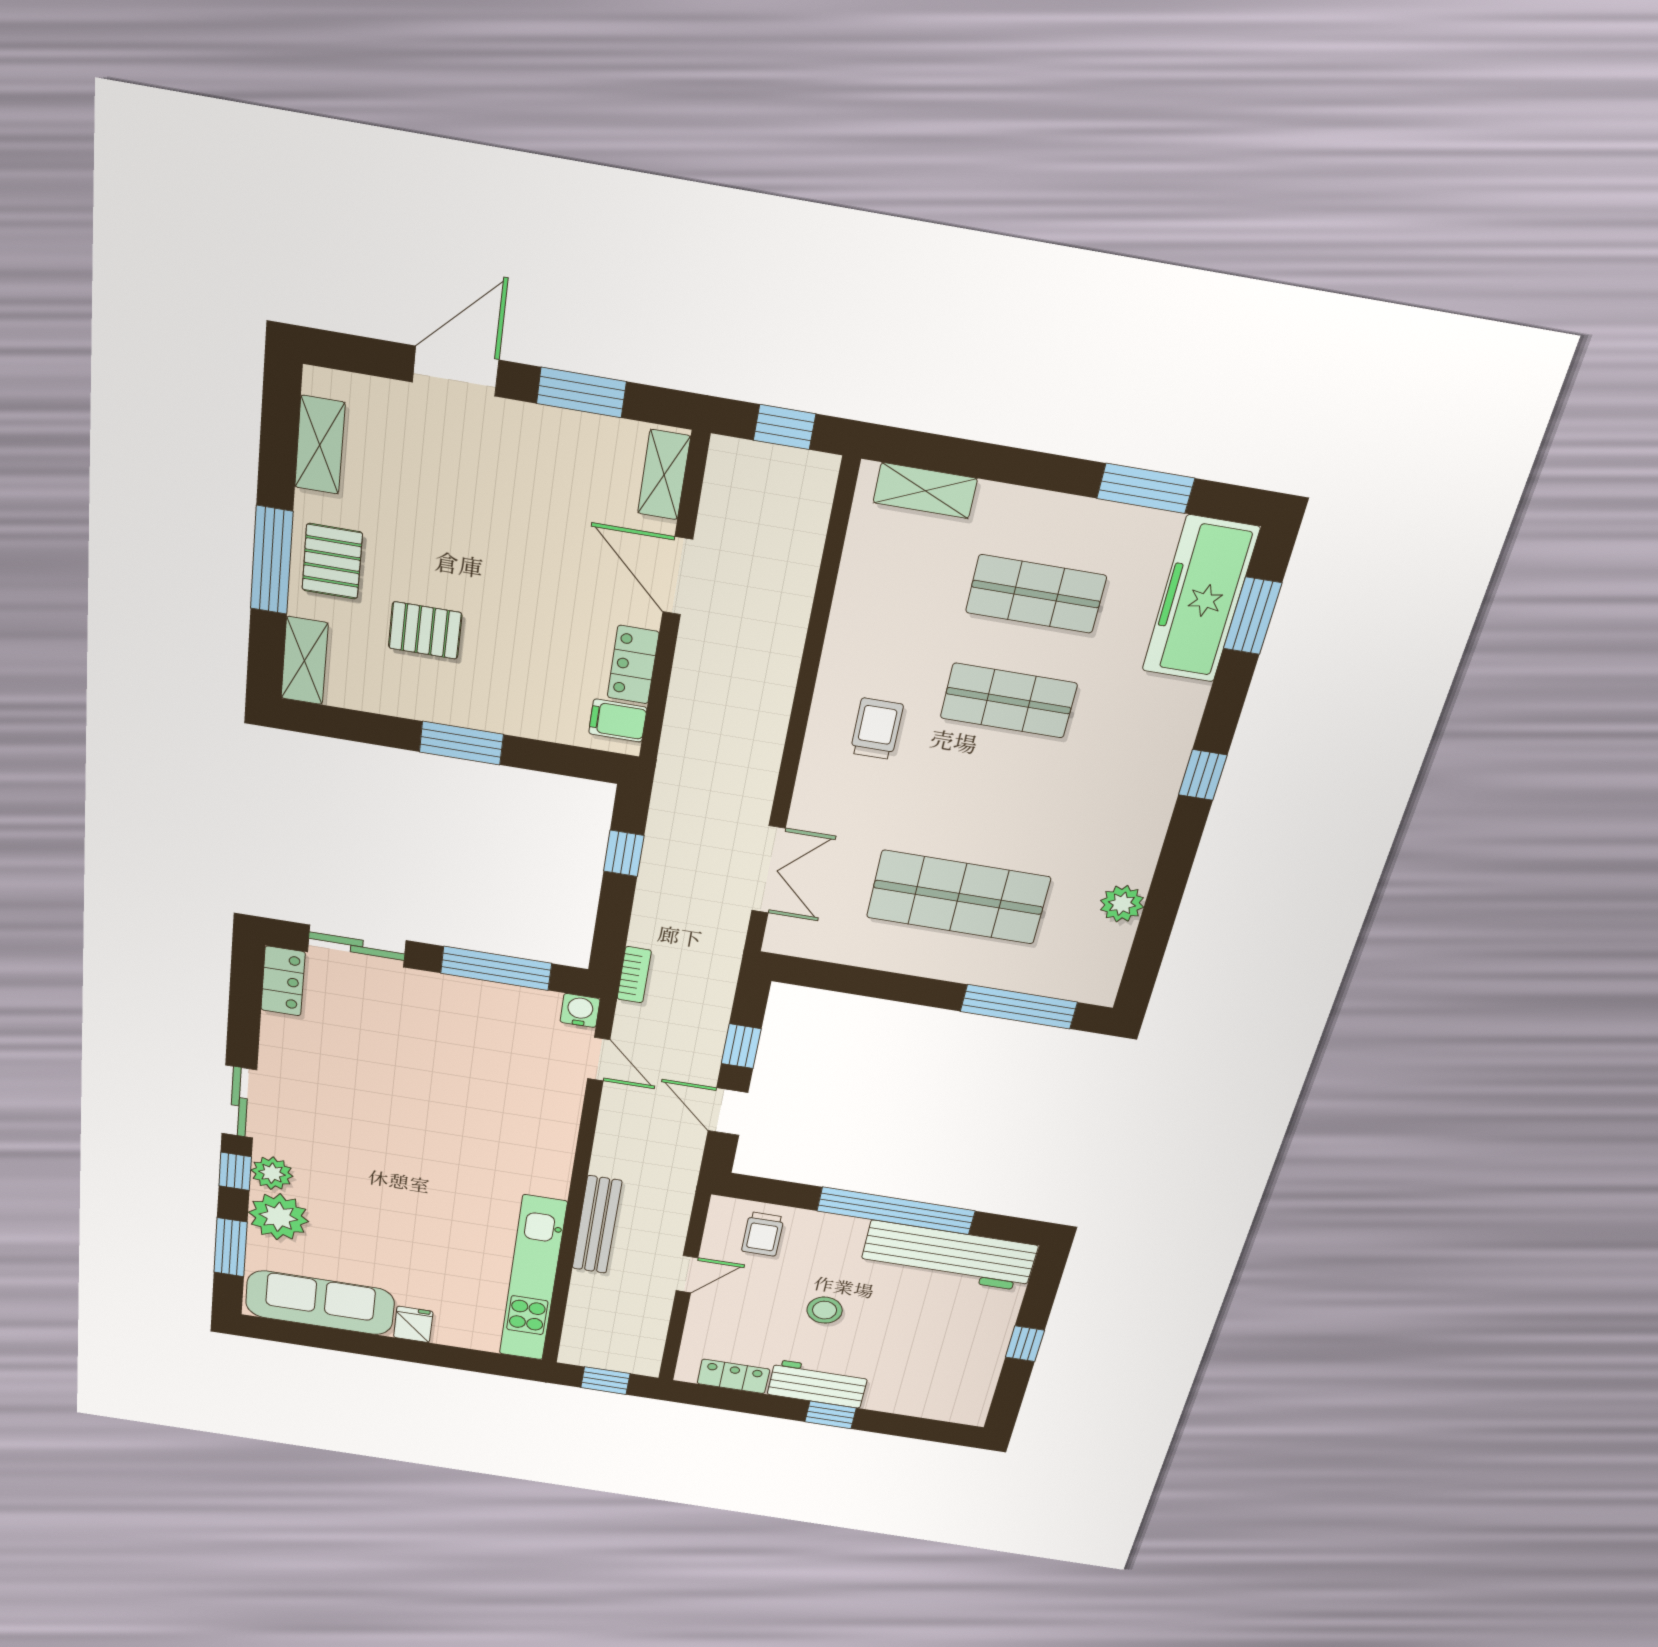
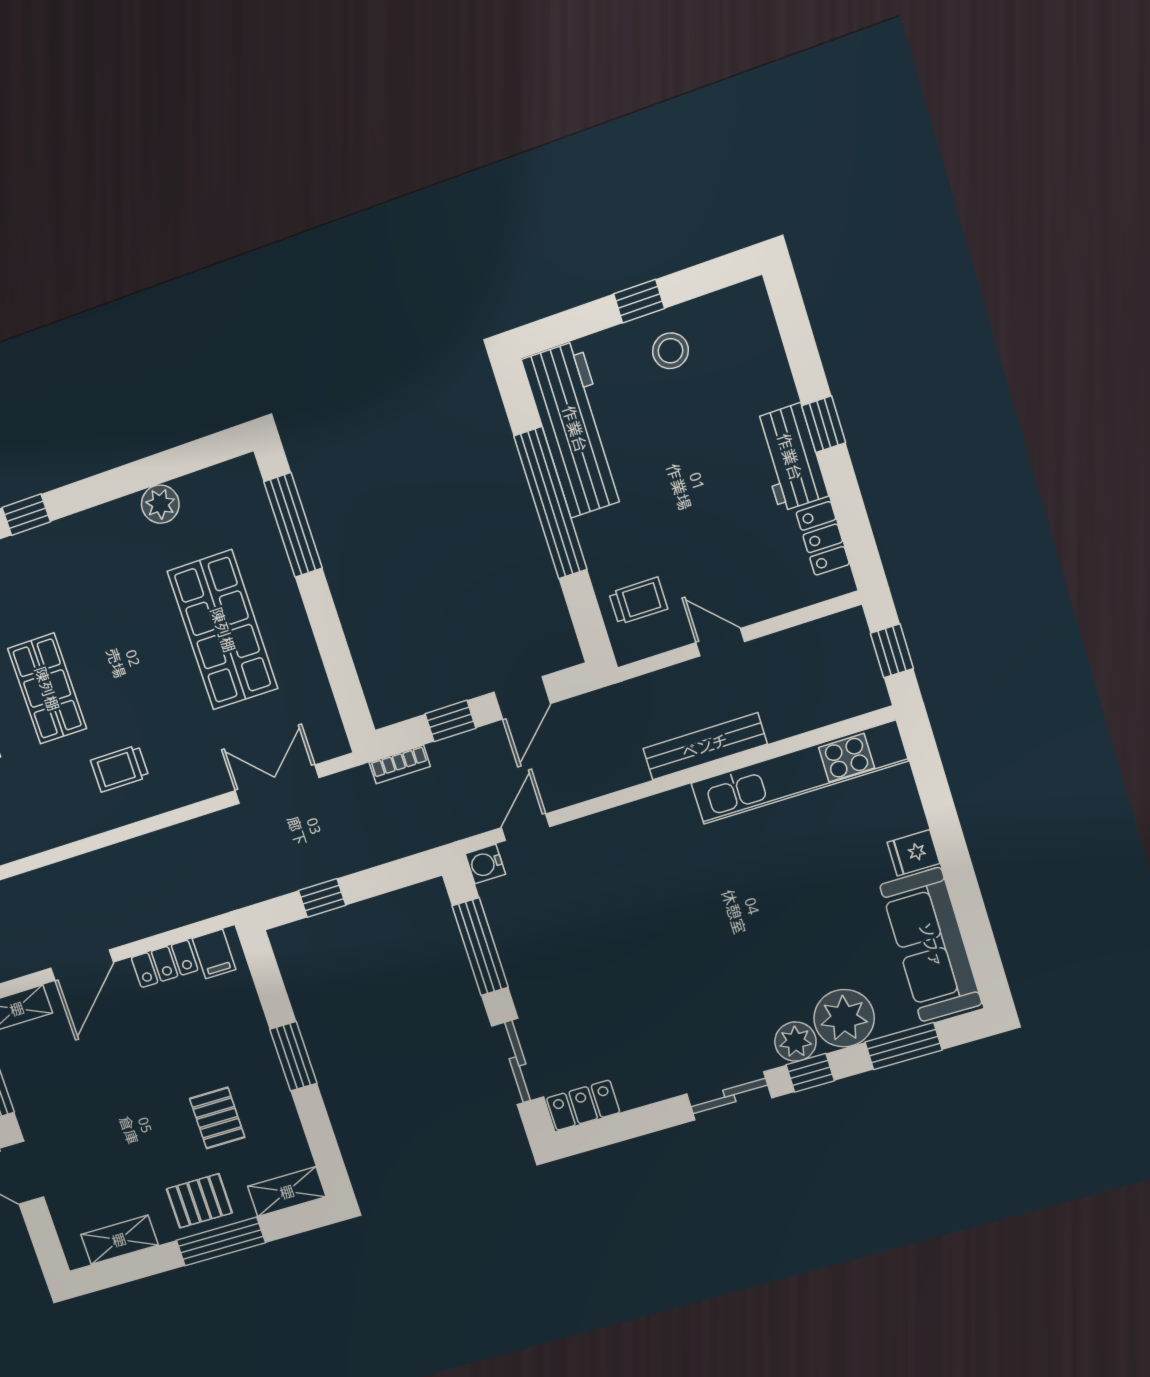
bookcase: (634, 975) -> (400, 764), moved, turned 180
stool: (825, 1310) -> (670, 351), moved

